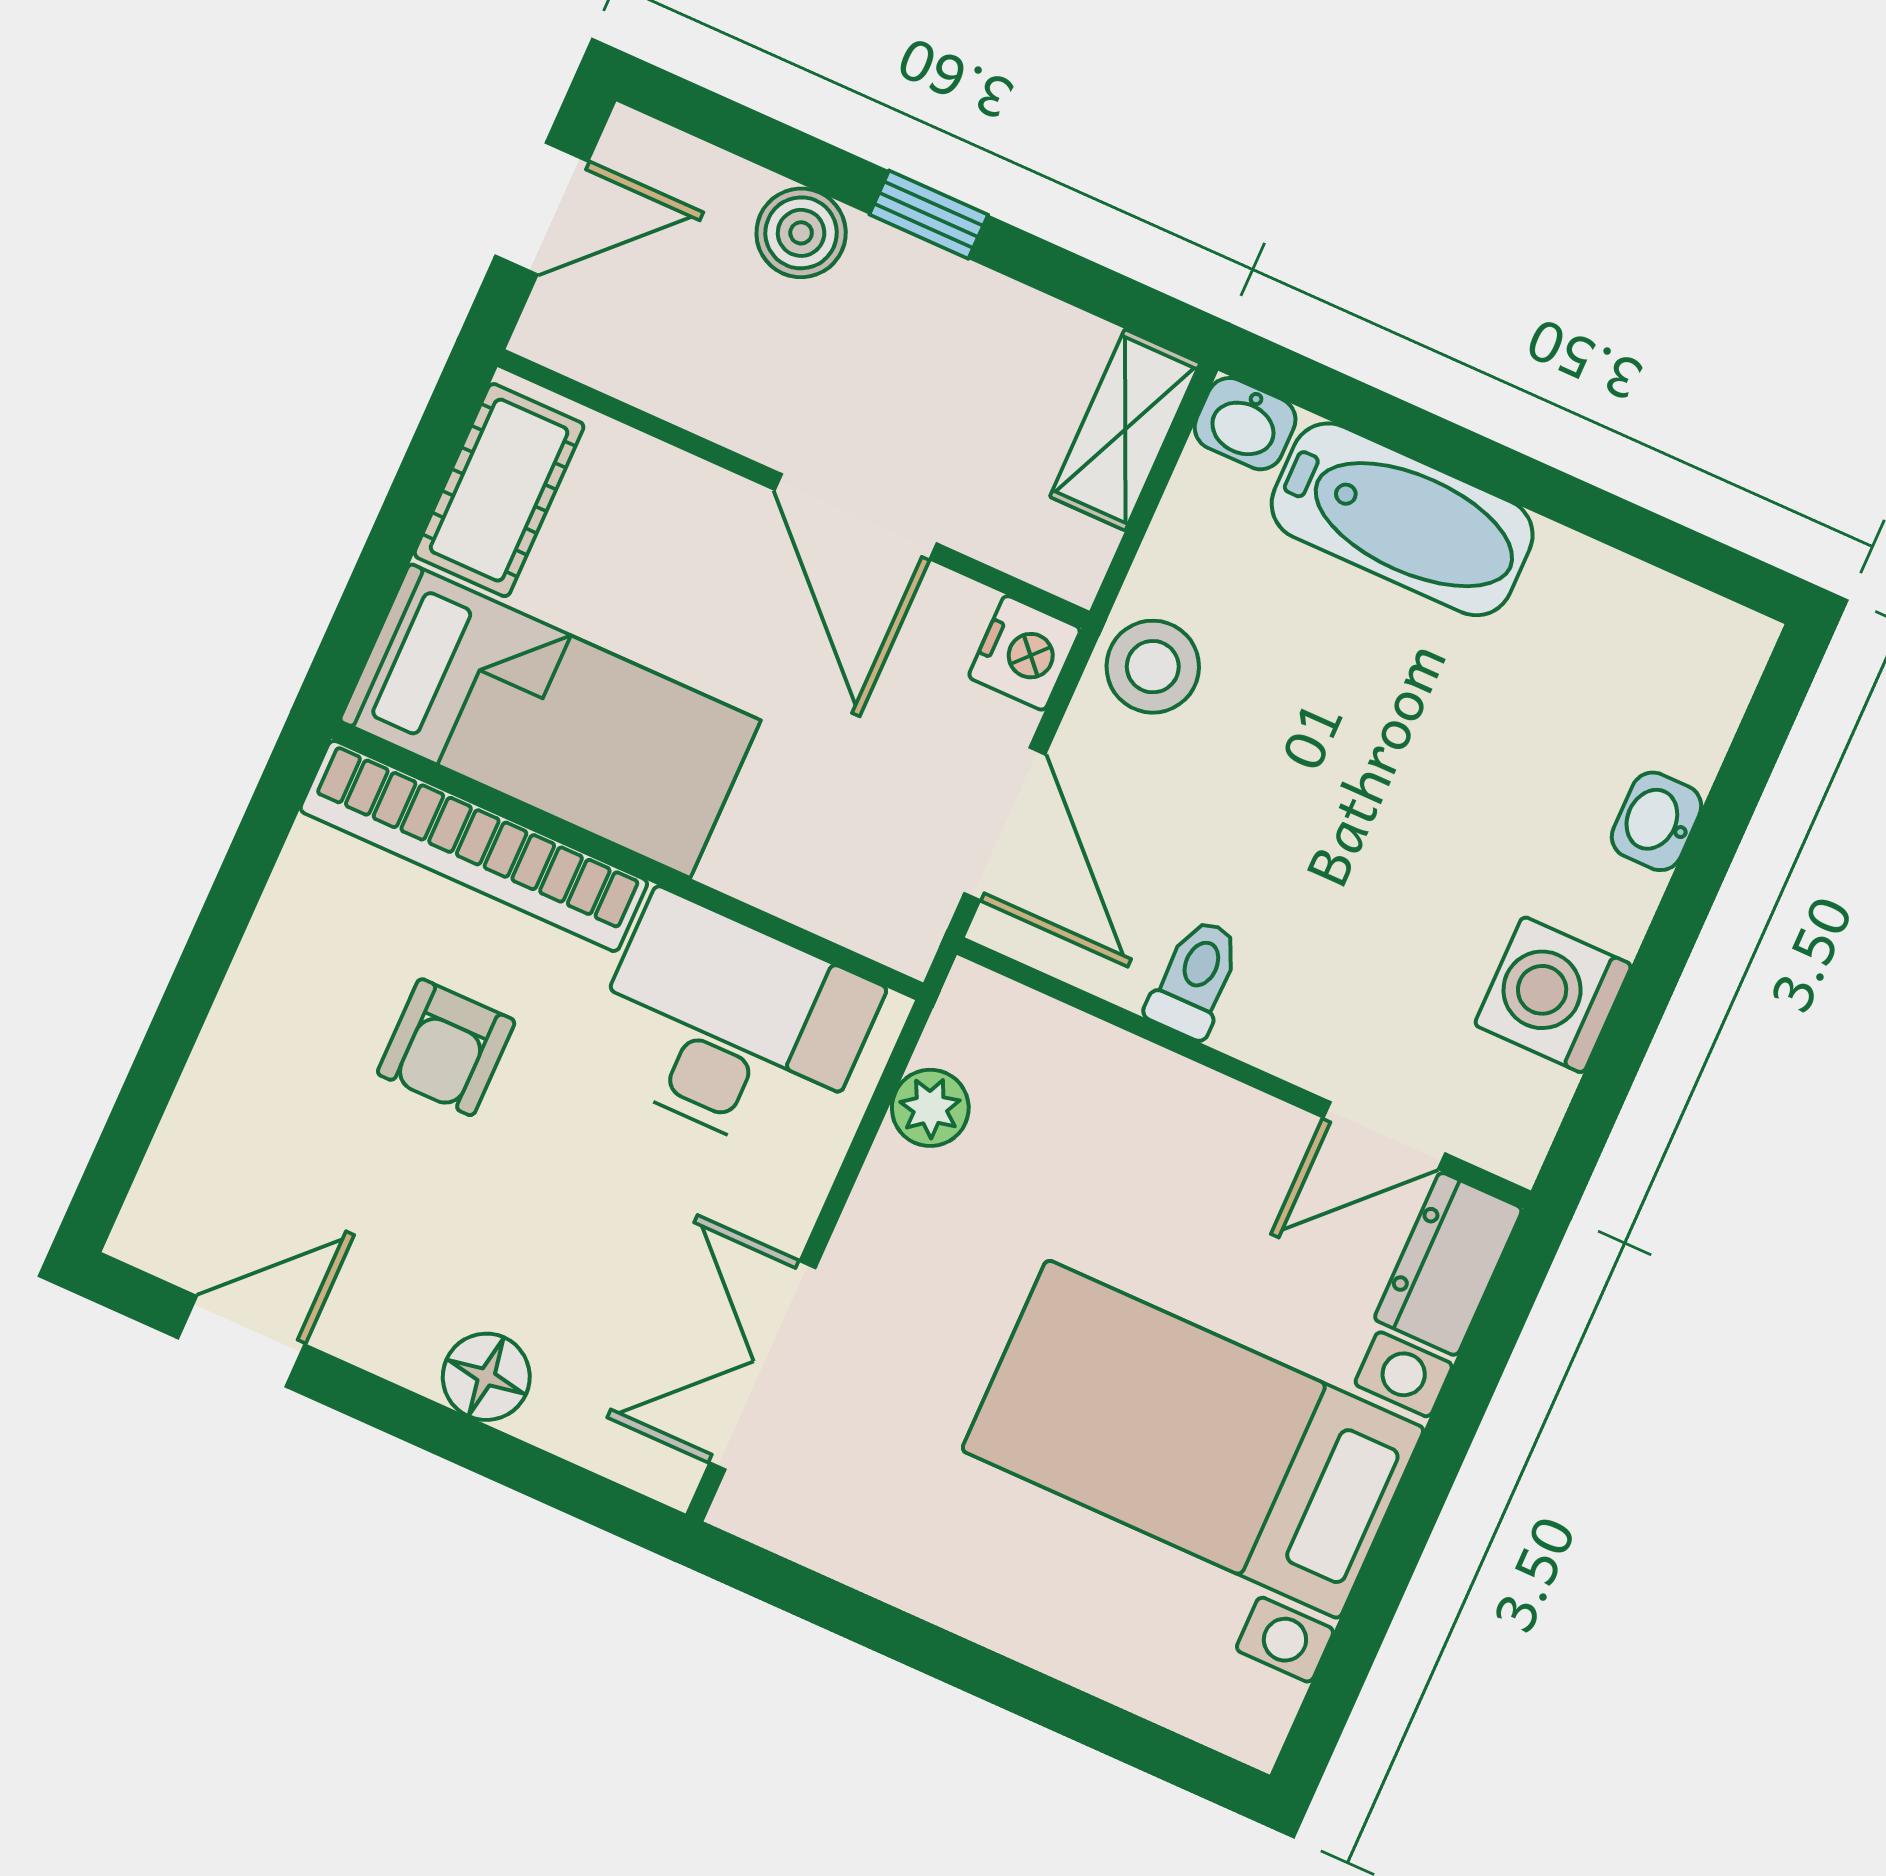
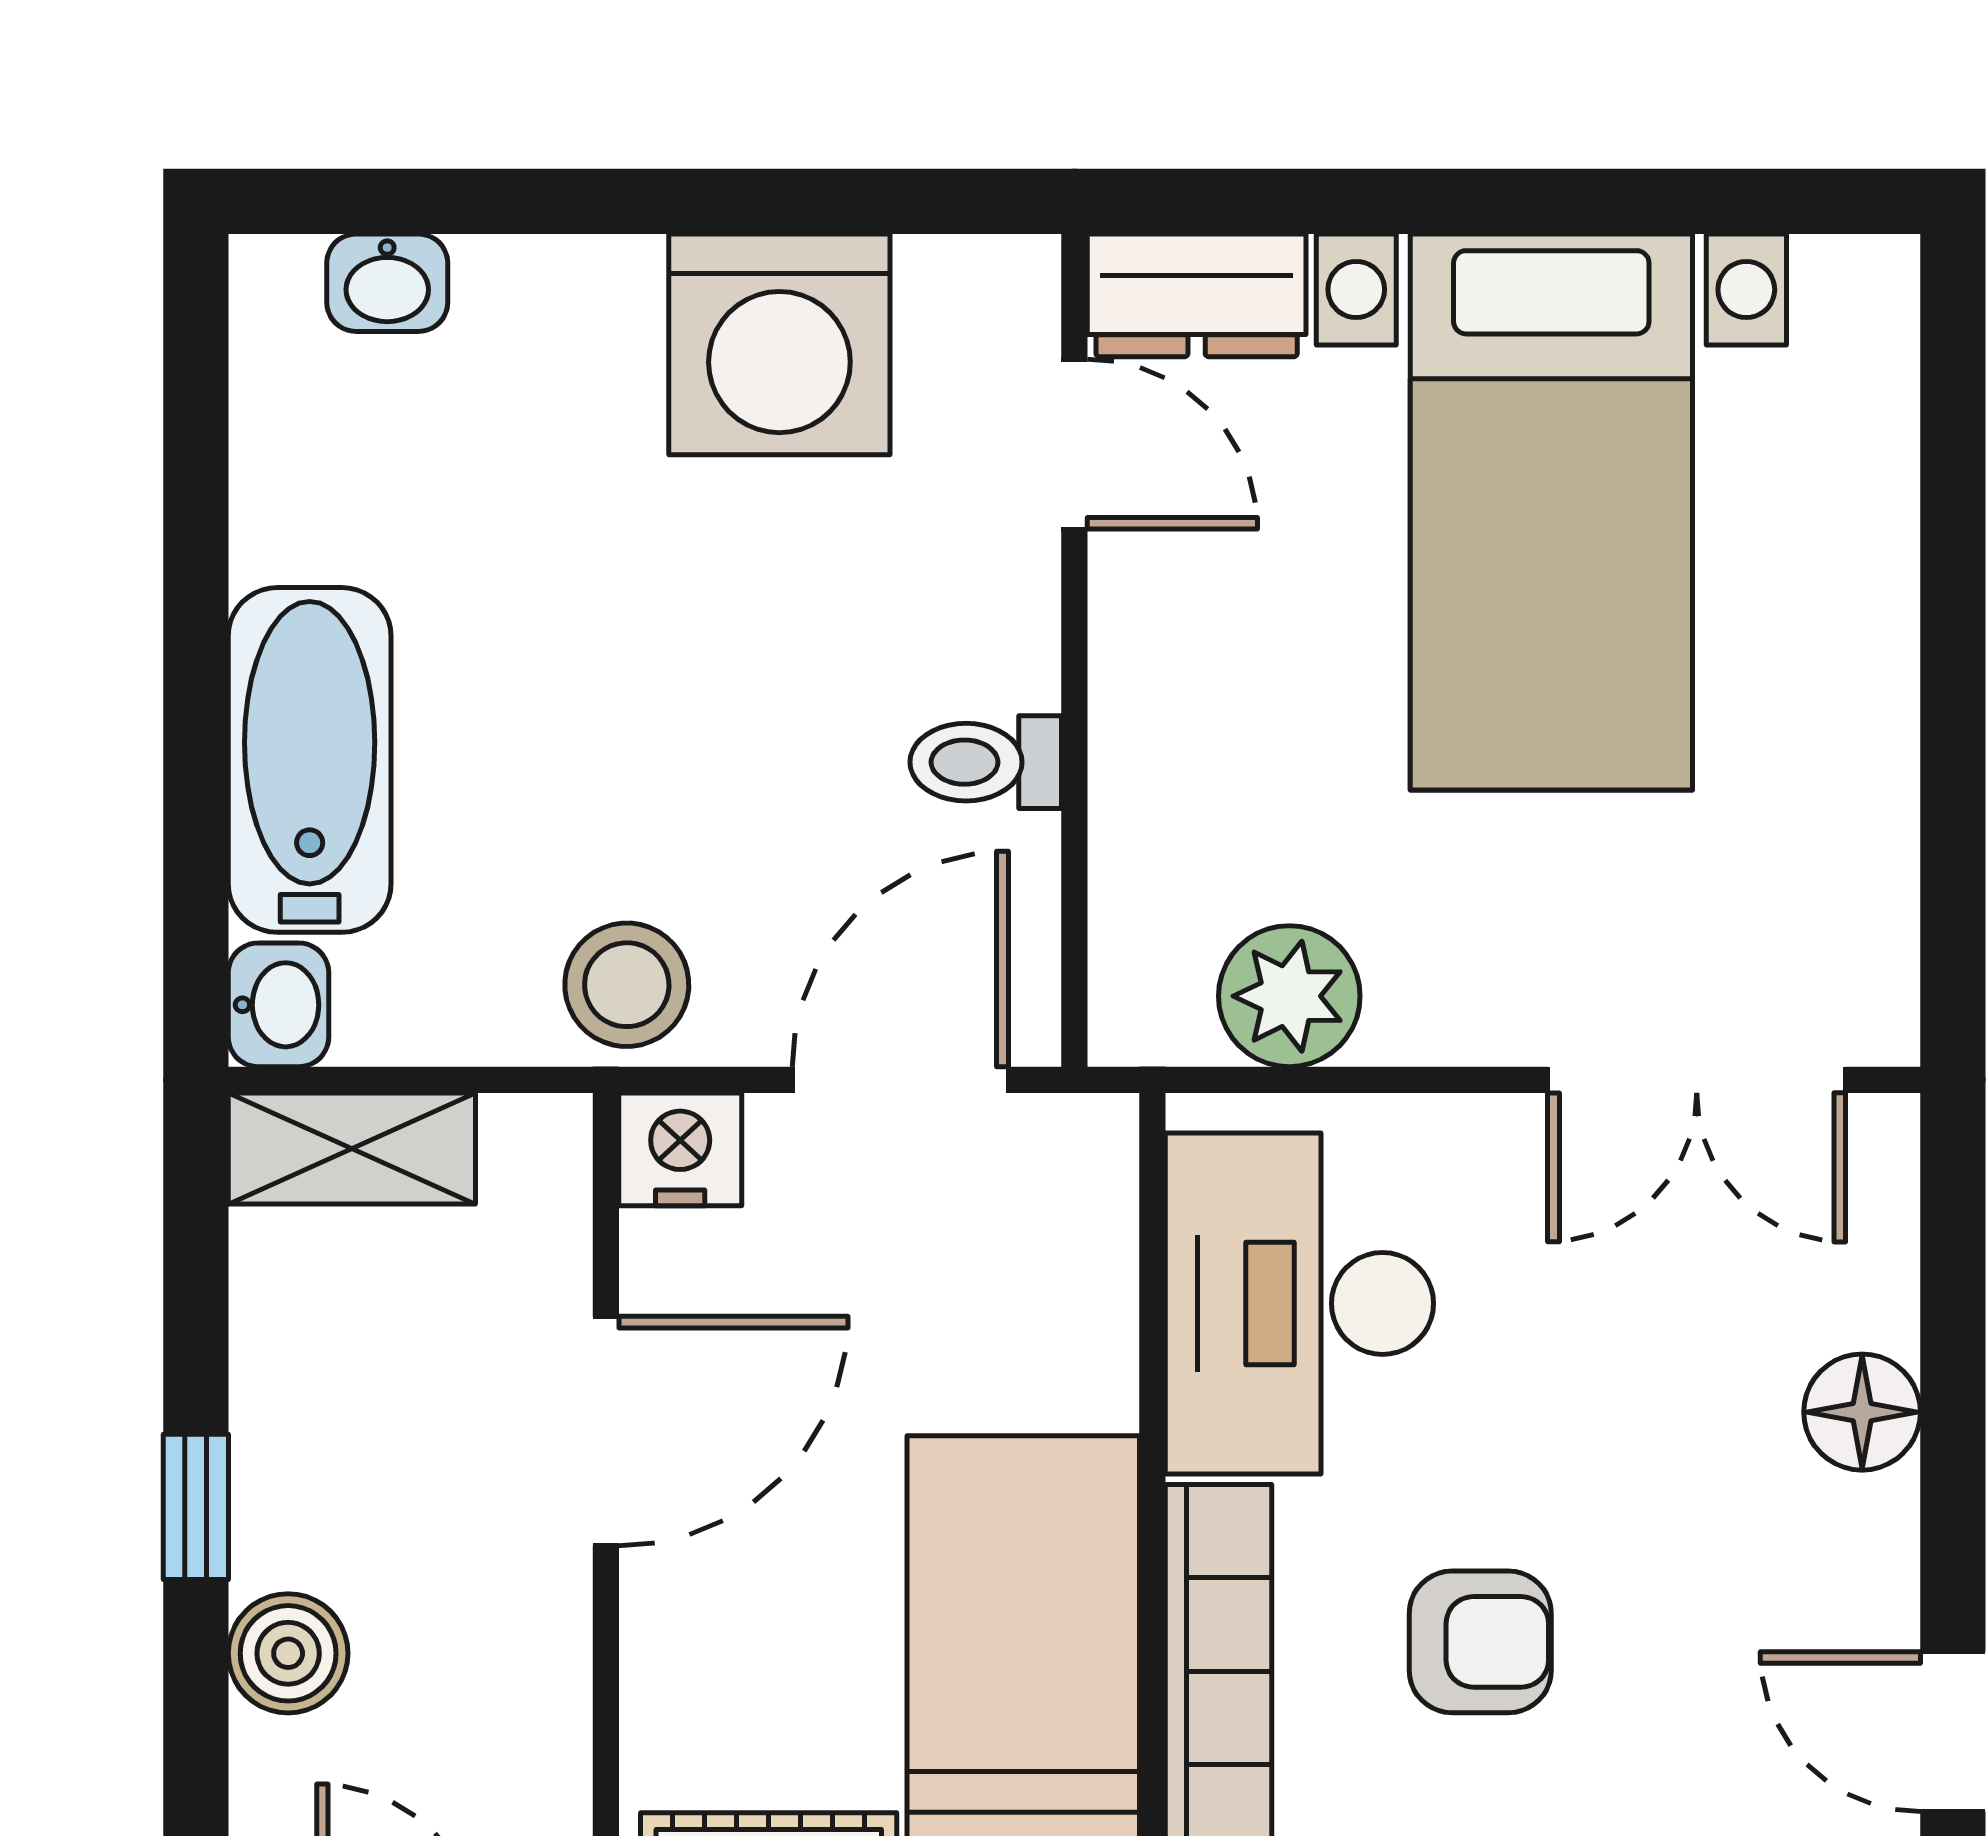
washbasin: (1657, 821) -> (387, 283), moved
washing machine: (1553, 995) -> (779, 344), width x1.37, depth x1.37
plant: (930, 1108) -> (1289, 996), width x1.38, depth x1.38

